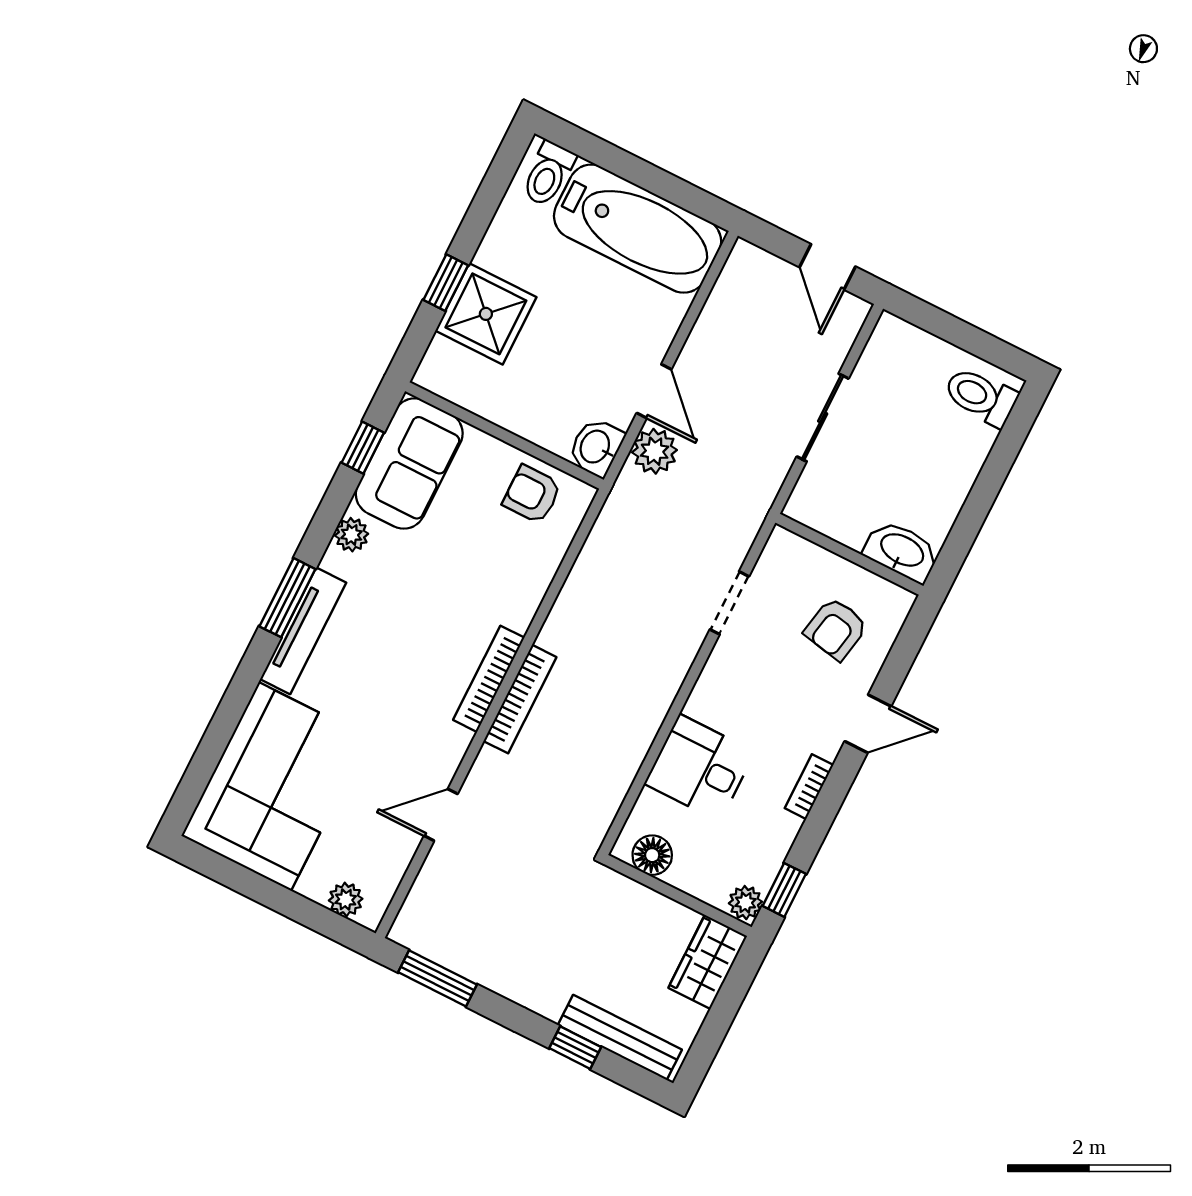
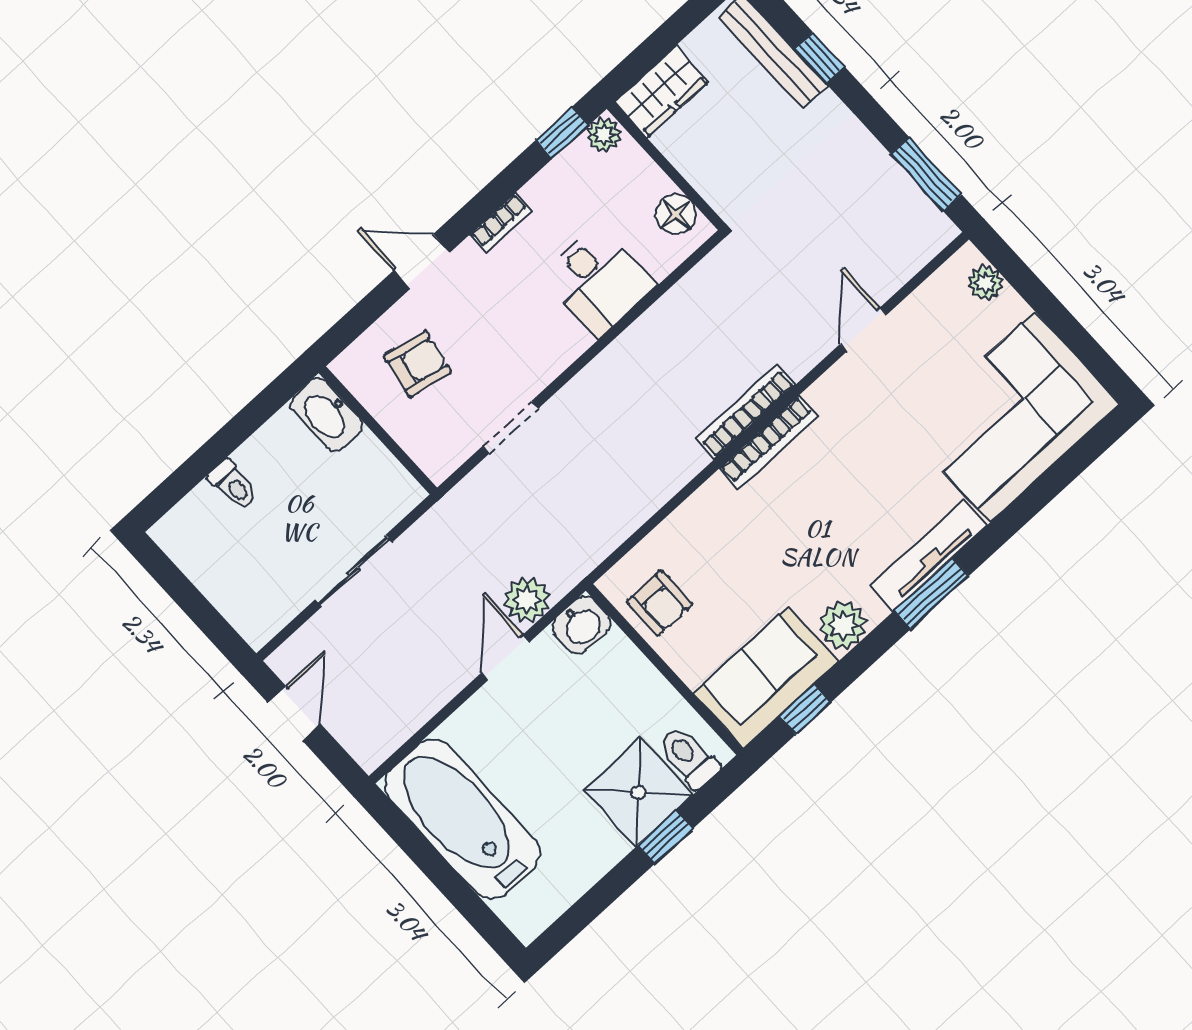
toilet: (548, 174) -> (688, 757), moved, turned -90
toilet: (981, 396) -> (233, 485), moved, width x0.73, depth x0.72
plant: (351, 535) -> (843, 625), width x1.38, depth x1.38
door: (441, 815) -> (863, 329), swing flipped

